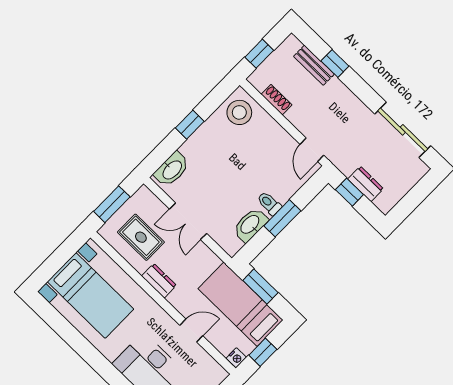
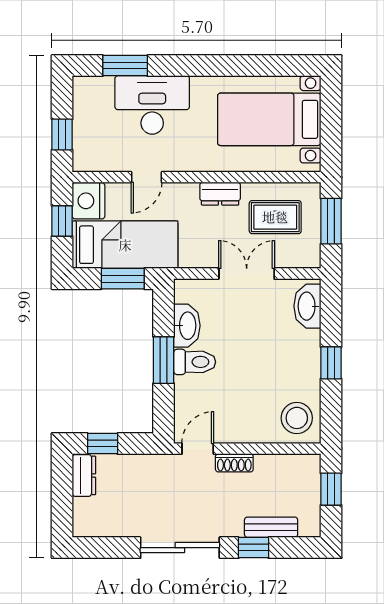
shoe rack: (277, 100) -> (234, 463), moved
sliding door: (403, 130) -> (180, 548), moved
door: (312, 150) -> (198, 449), hinge flipped
dresser: (366, 184) -> (84, 475), moved, turned -90
window: (349, 192) -> (103, 444), moved
toilet: (269, 203) -> (195, 362), width x1.37, depth x1.39
nightstand: (236, 358) -> (89, 201), width x1.89, depth x1.79

